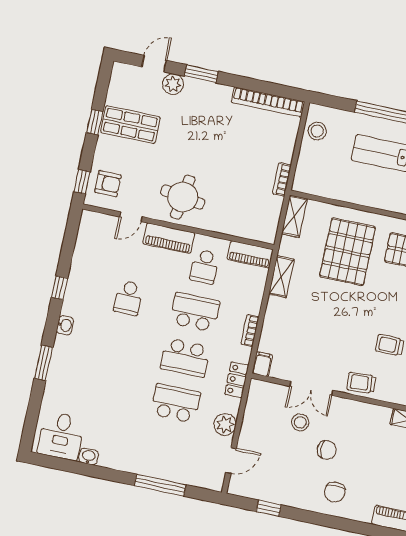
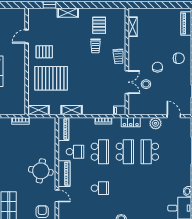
school desk: (195, 312) -> (100, 152), turned 180

